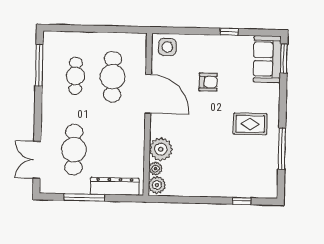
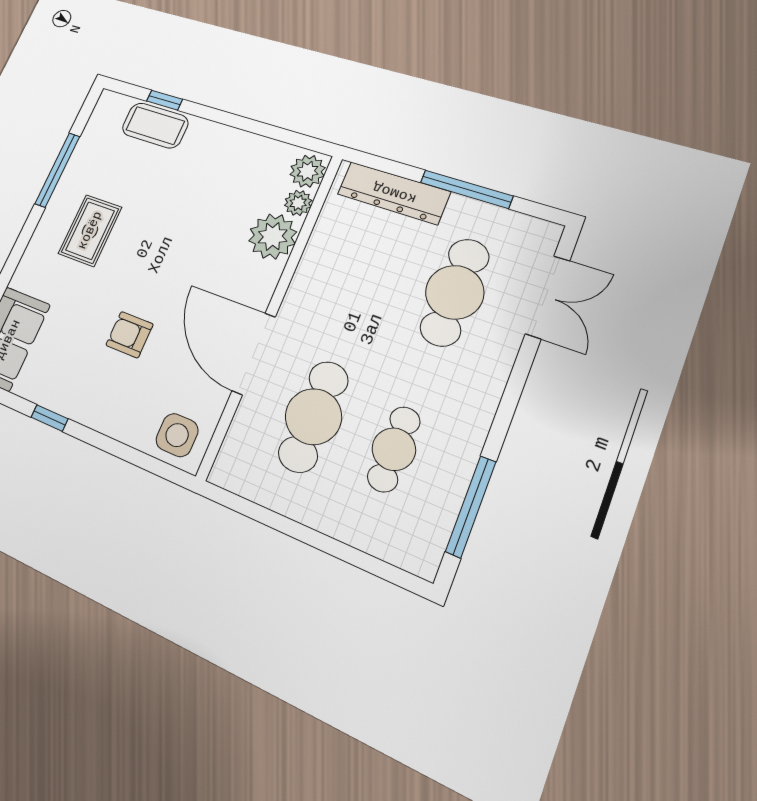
rug: (250, 124) -> (90, 230), turned 90
coffee table: (241, 186) -> (155, 125), added

